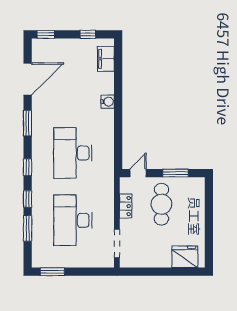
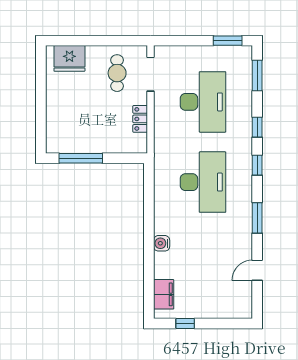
window: (46, 34) -> (235, 323), removed
door: (28, 79) -> (257, 270), width x0.53
door: (138, 173) -> (125, 158), removed
window: (176, 173) -> (81, 158), width x1.44
cafe table: (161, 204) -> (117, 73), moved, width x0.73, depth x0.74
window: (28, 228) -> (257, 75), moved

